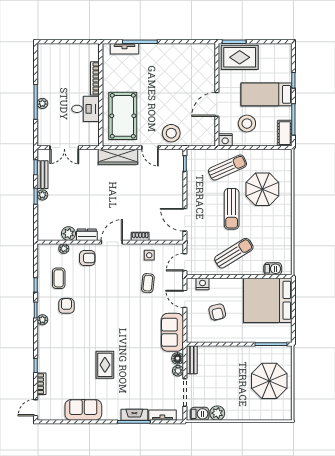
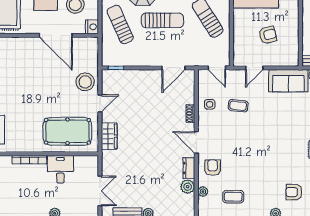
door: (217, 104) -> (56, 35), width x1.36
wardrobe: (118, 157) -> (109, 136), width x0.67
nightstand: (203, 284) -> (239, 50), removed
armchair: (66, 306) -> (294, 192), moved

